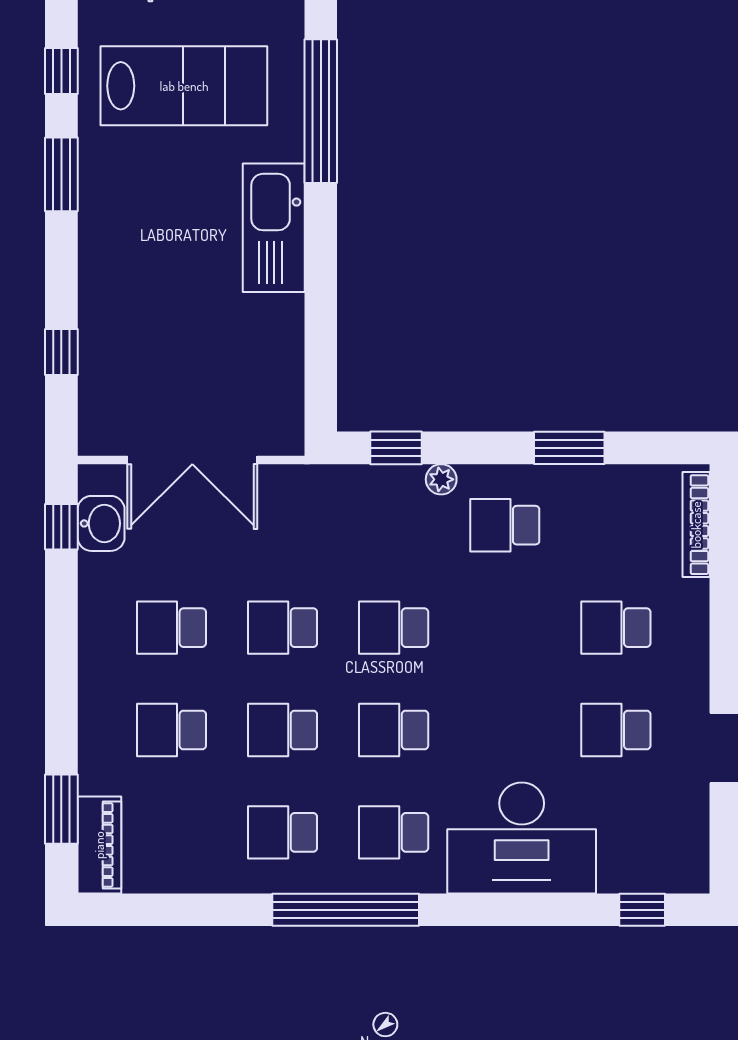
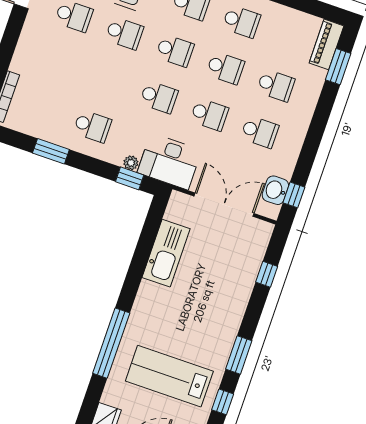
kitchen sink: (274, 228) -> (166, 253), moved
plant: (441, 479) -> (131, 163), moved
desk: (329, 508) -> (169, 161), added
school desk: (616, 628) -> (124, 33), moved

